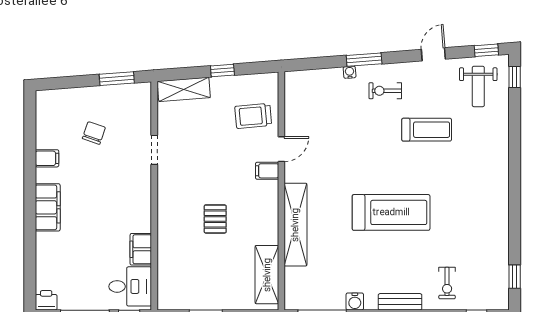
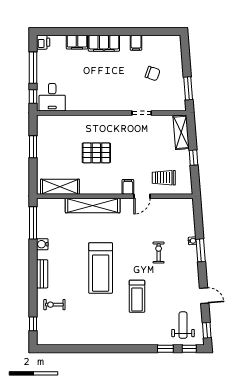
weight bench: (478, 86) -> (183, 325), turned 90
exercise bike: (385, 91) -> (159, 253), moved
trolley: (253, 116) -> (164, 178), turned -85
treadmill: (427, 130) -> (137, 296), moved
door: (281, 149) -> (142, 196), hinge flipped
pallet: (215, 219) -> (96, 153), width x1.50, depth x1.42
filing cabinet: (141, 249) -> (77, 42), moved, turned 180
window: (515, 277) -> (165, 349), moved

